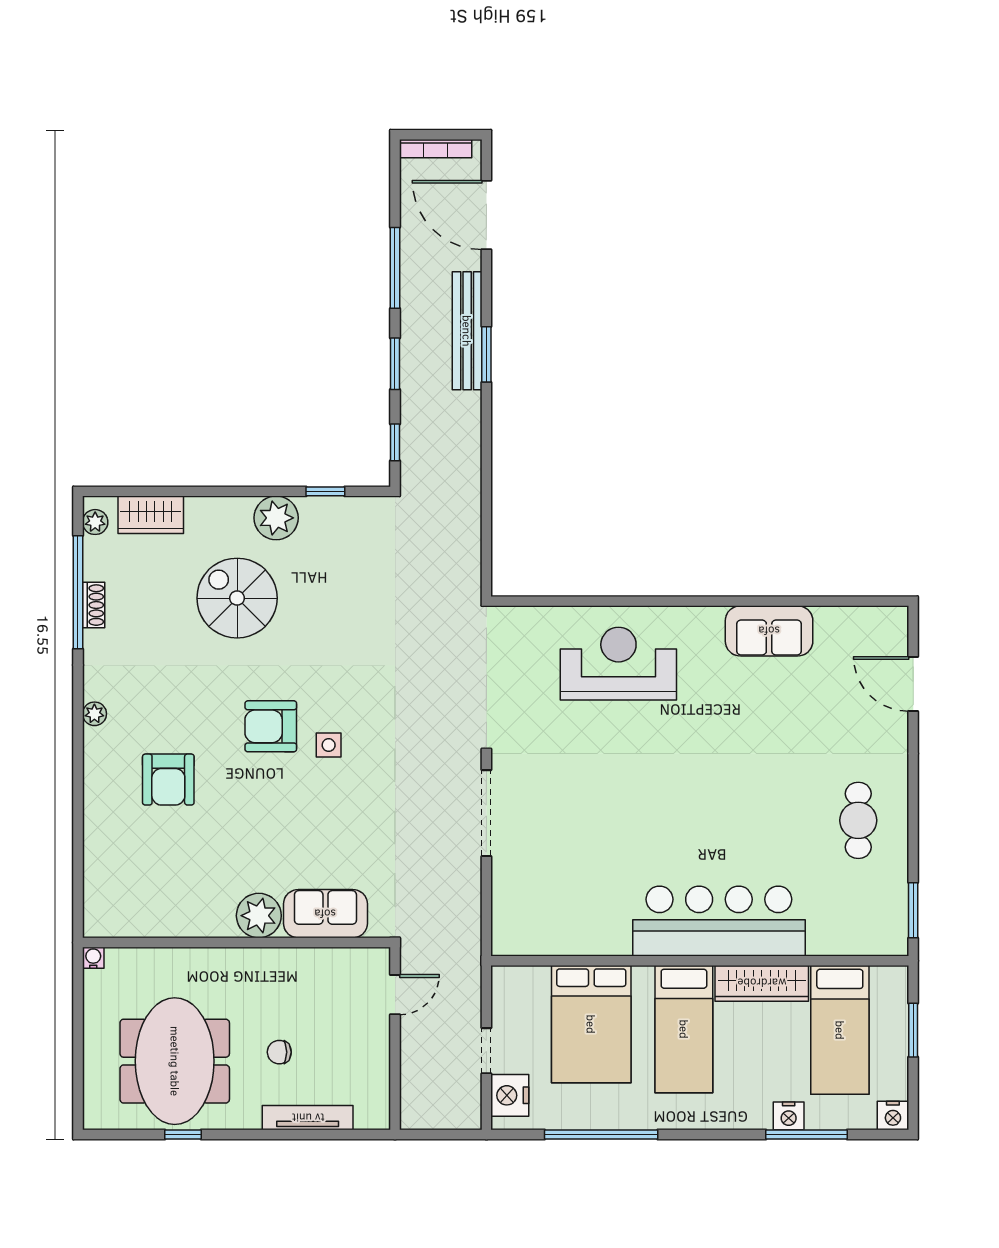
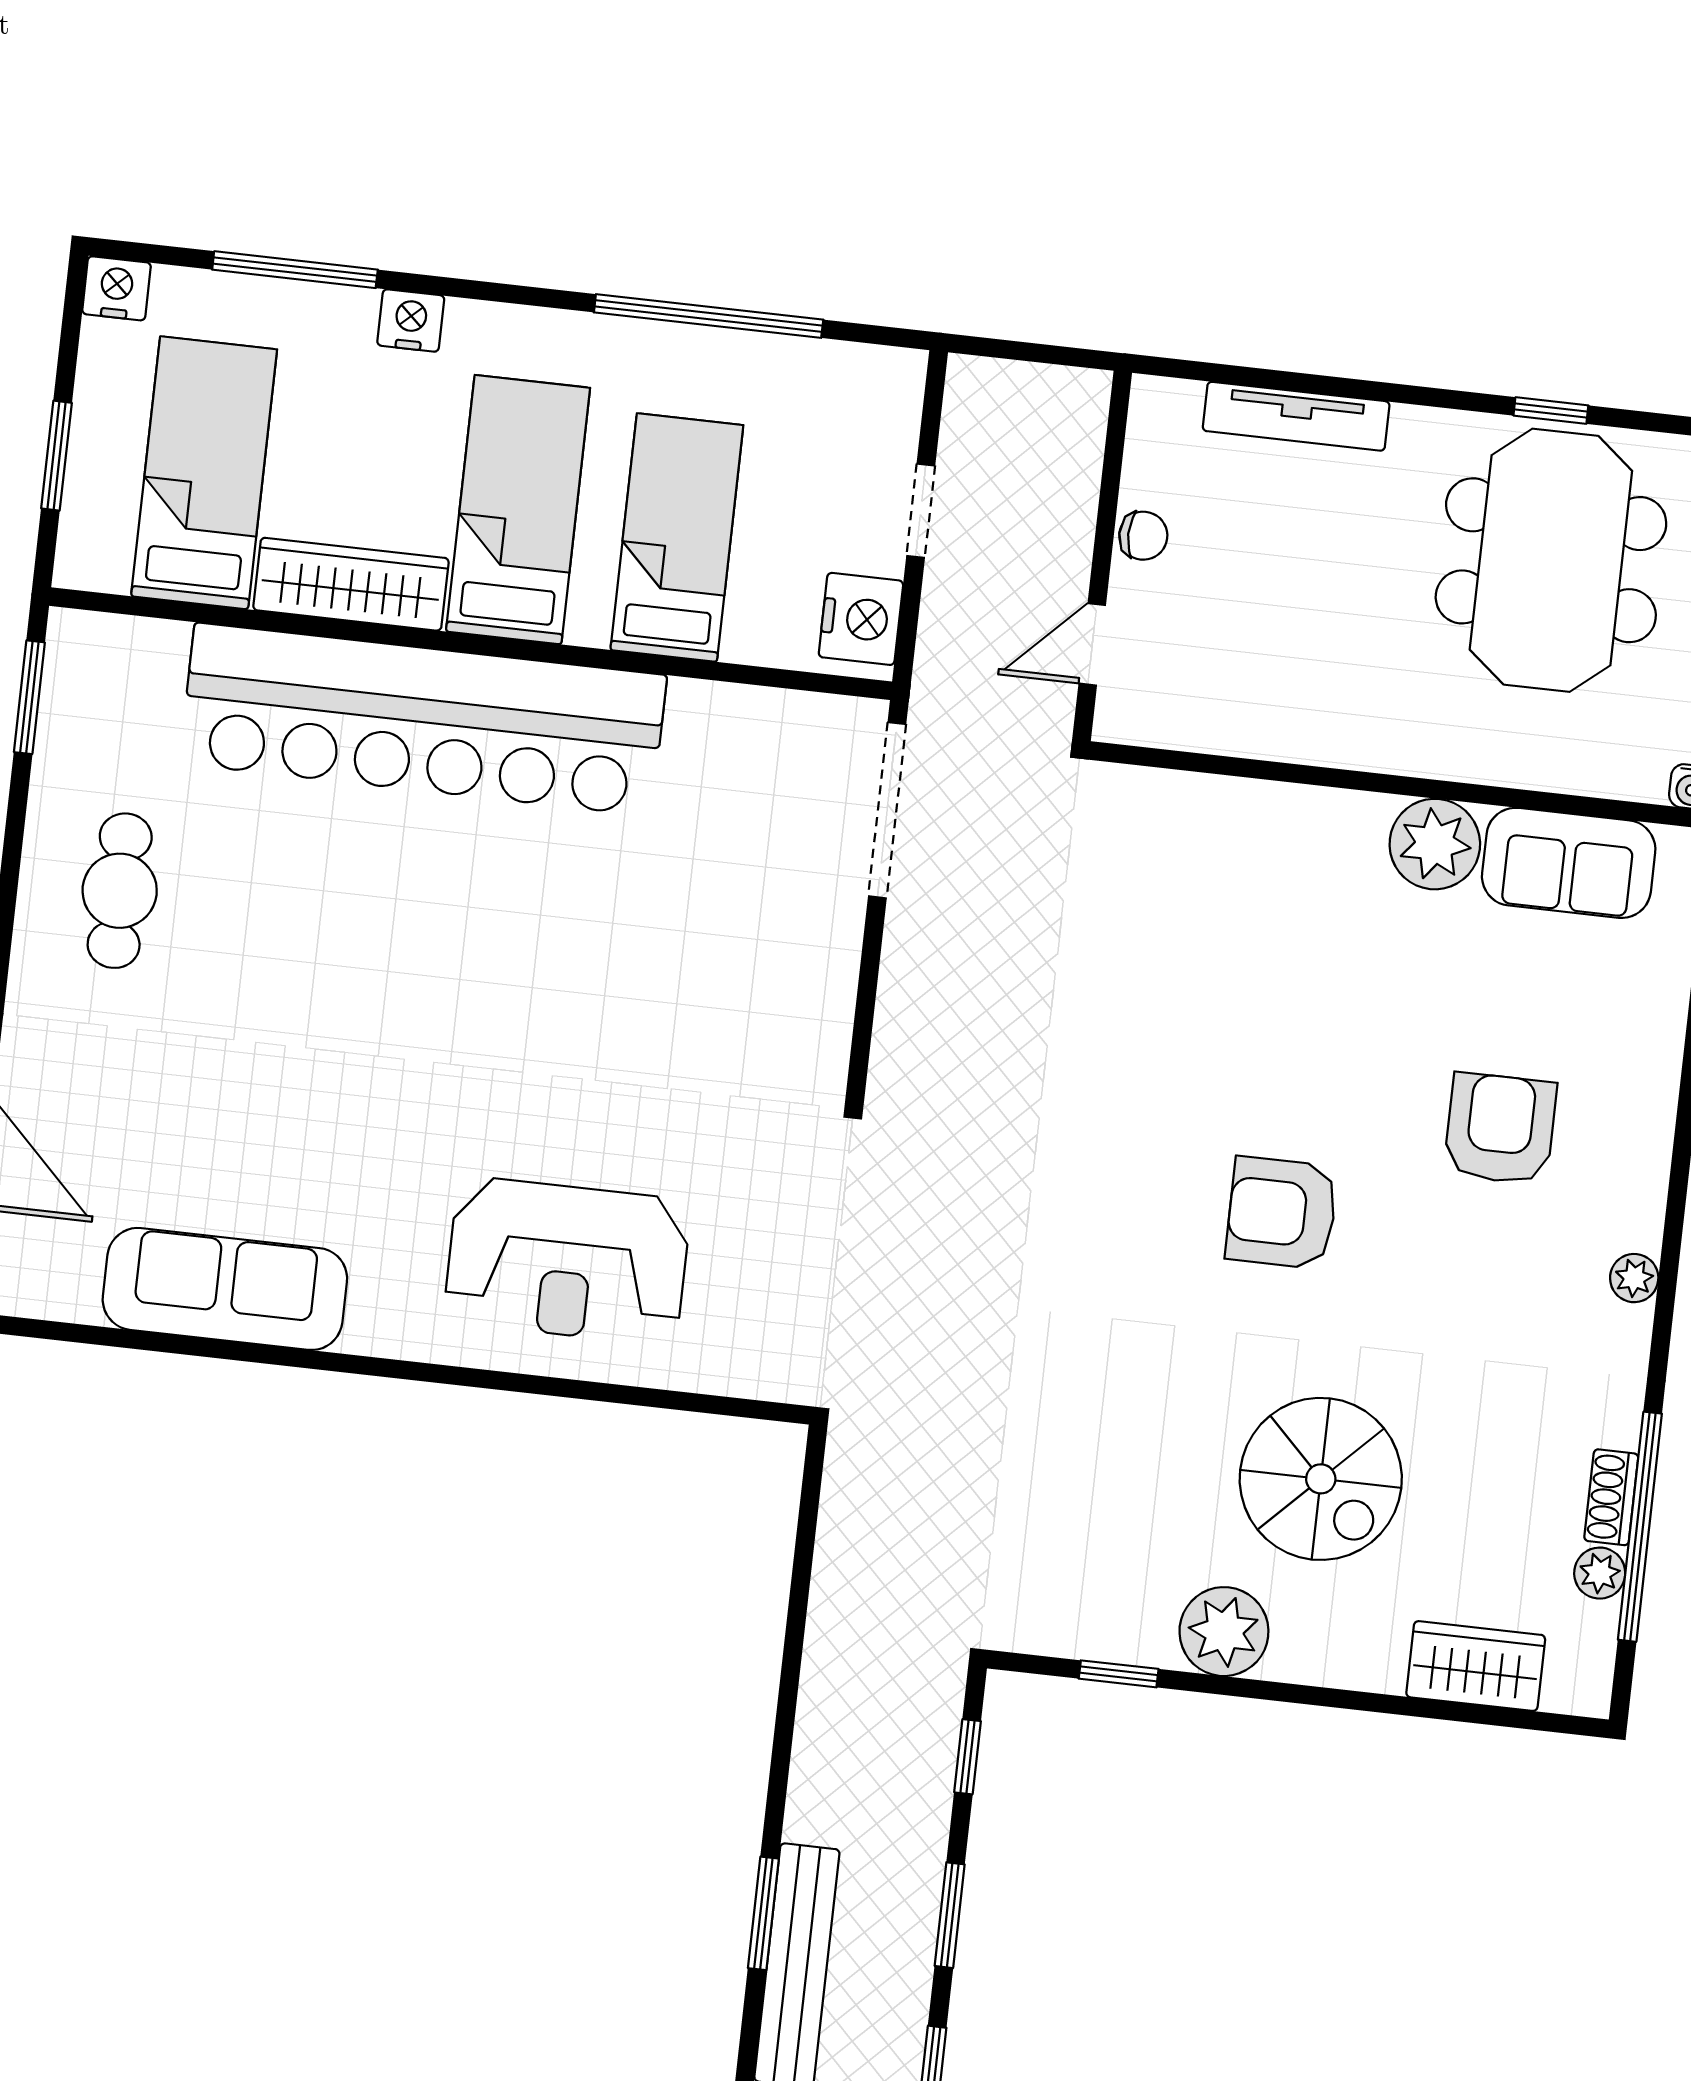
plant: (95, 522) -> (1600, 1573), moved
sofa: (769, 631) -> (225, 1289), width x1.36
armchair: (271, 726) -> (1282, 1213), turned 180
side table: (329, 745) -> (1170, 1162), removed
doorway: (486, 813) -> (887, 810), moved
sofa: (325, 914) -> (1569, 863), moved
plant: (259, 916) -> (1435, 844), moved
bar counter: (719, 921) -> (423, 719), width x1.36
bed: (591, 1024) -> (677, 538), width x0.67
chair: (279, 1052) -> (1143, 536), moved
nightstand: (510, 1095) -> (861, 619), moved
nightstand: (789, 1116) -> (411, 321), moved

